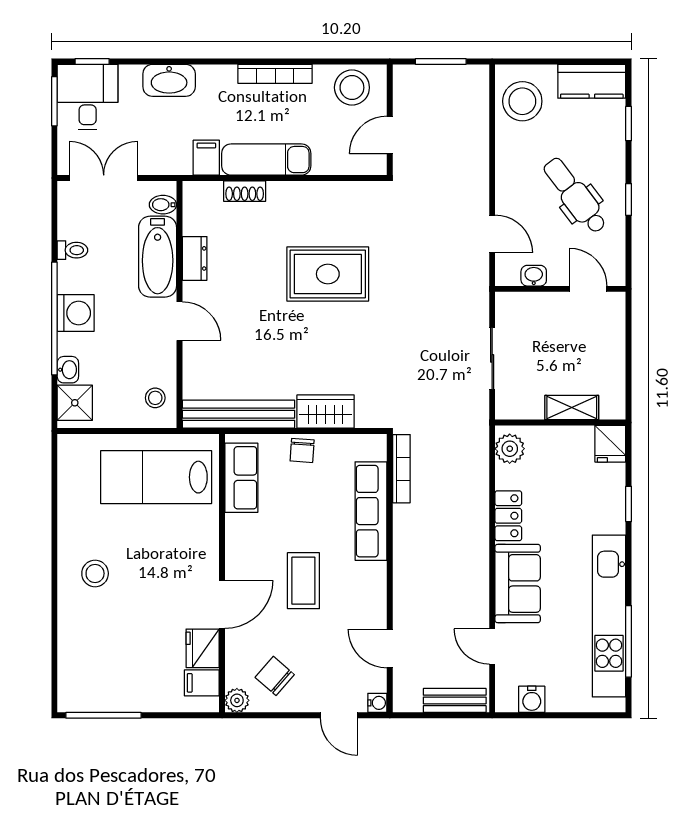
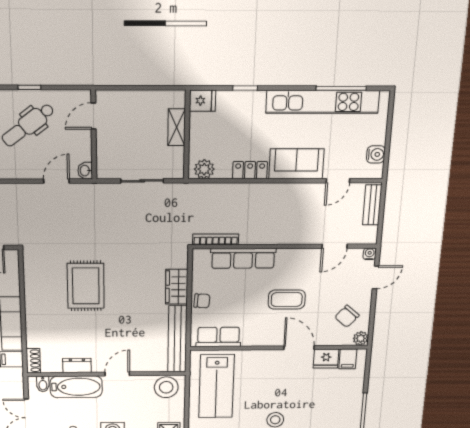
shoe rack: (245, 191) -> (33, 361), moved
washbasin: (534, 276) -> (85, 171), moved
stool: (155, 398) -> (166, 387), width x1.89, depth x1.89

